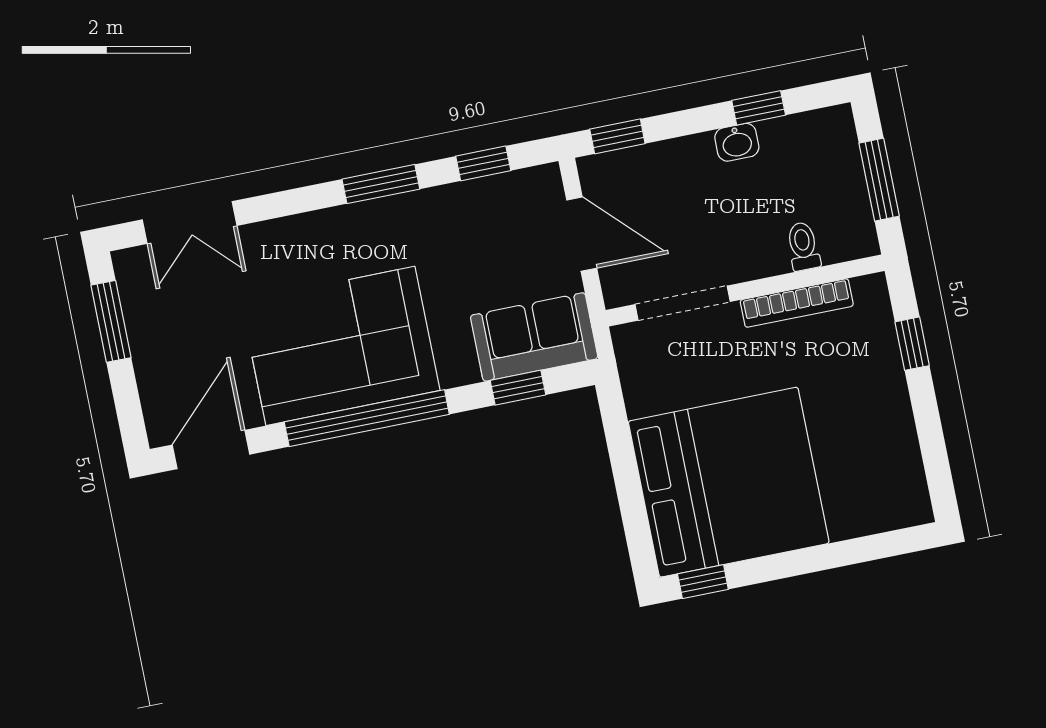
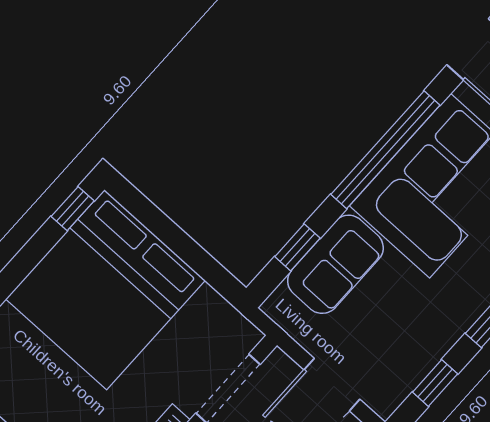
sofa: (534, 337) -> (335, 264), moved

